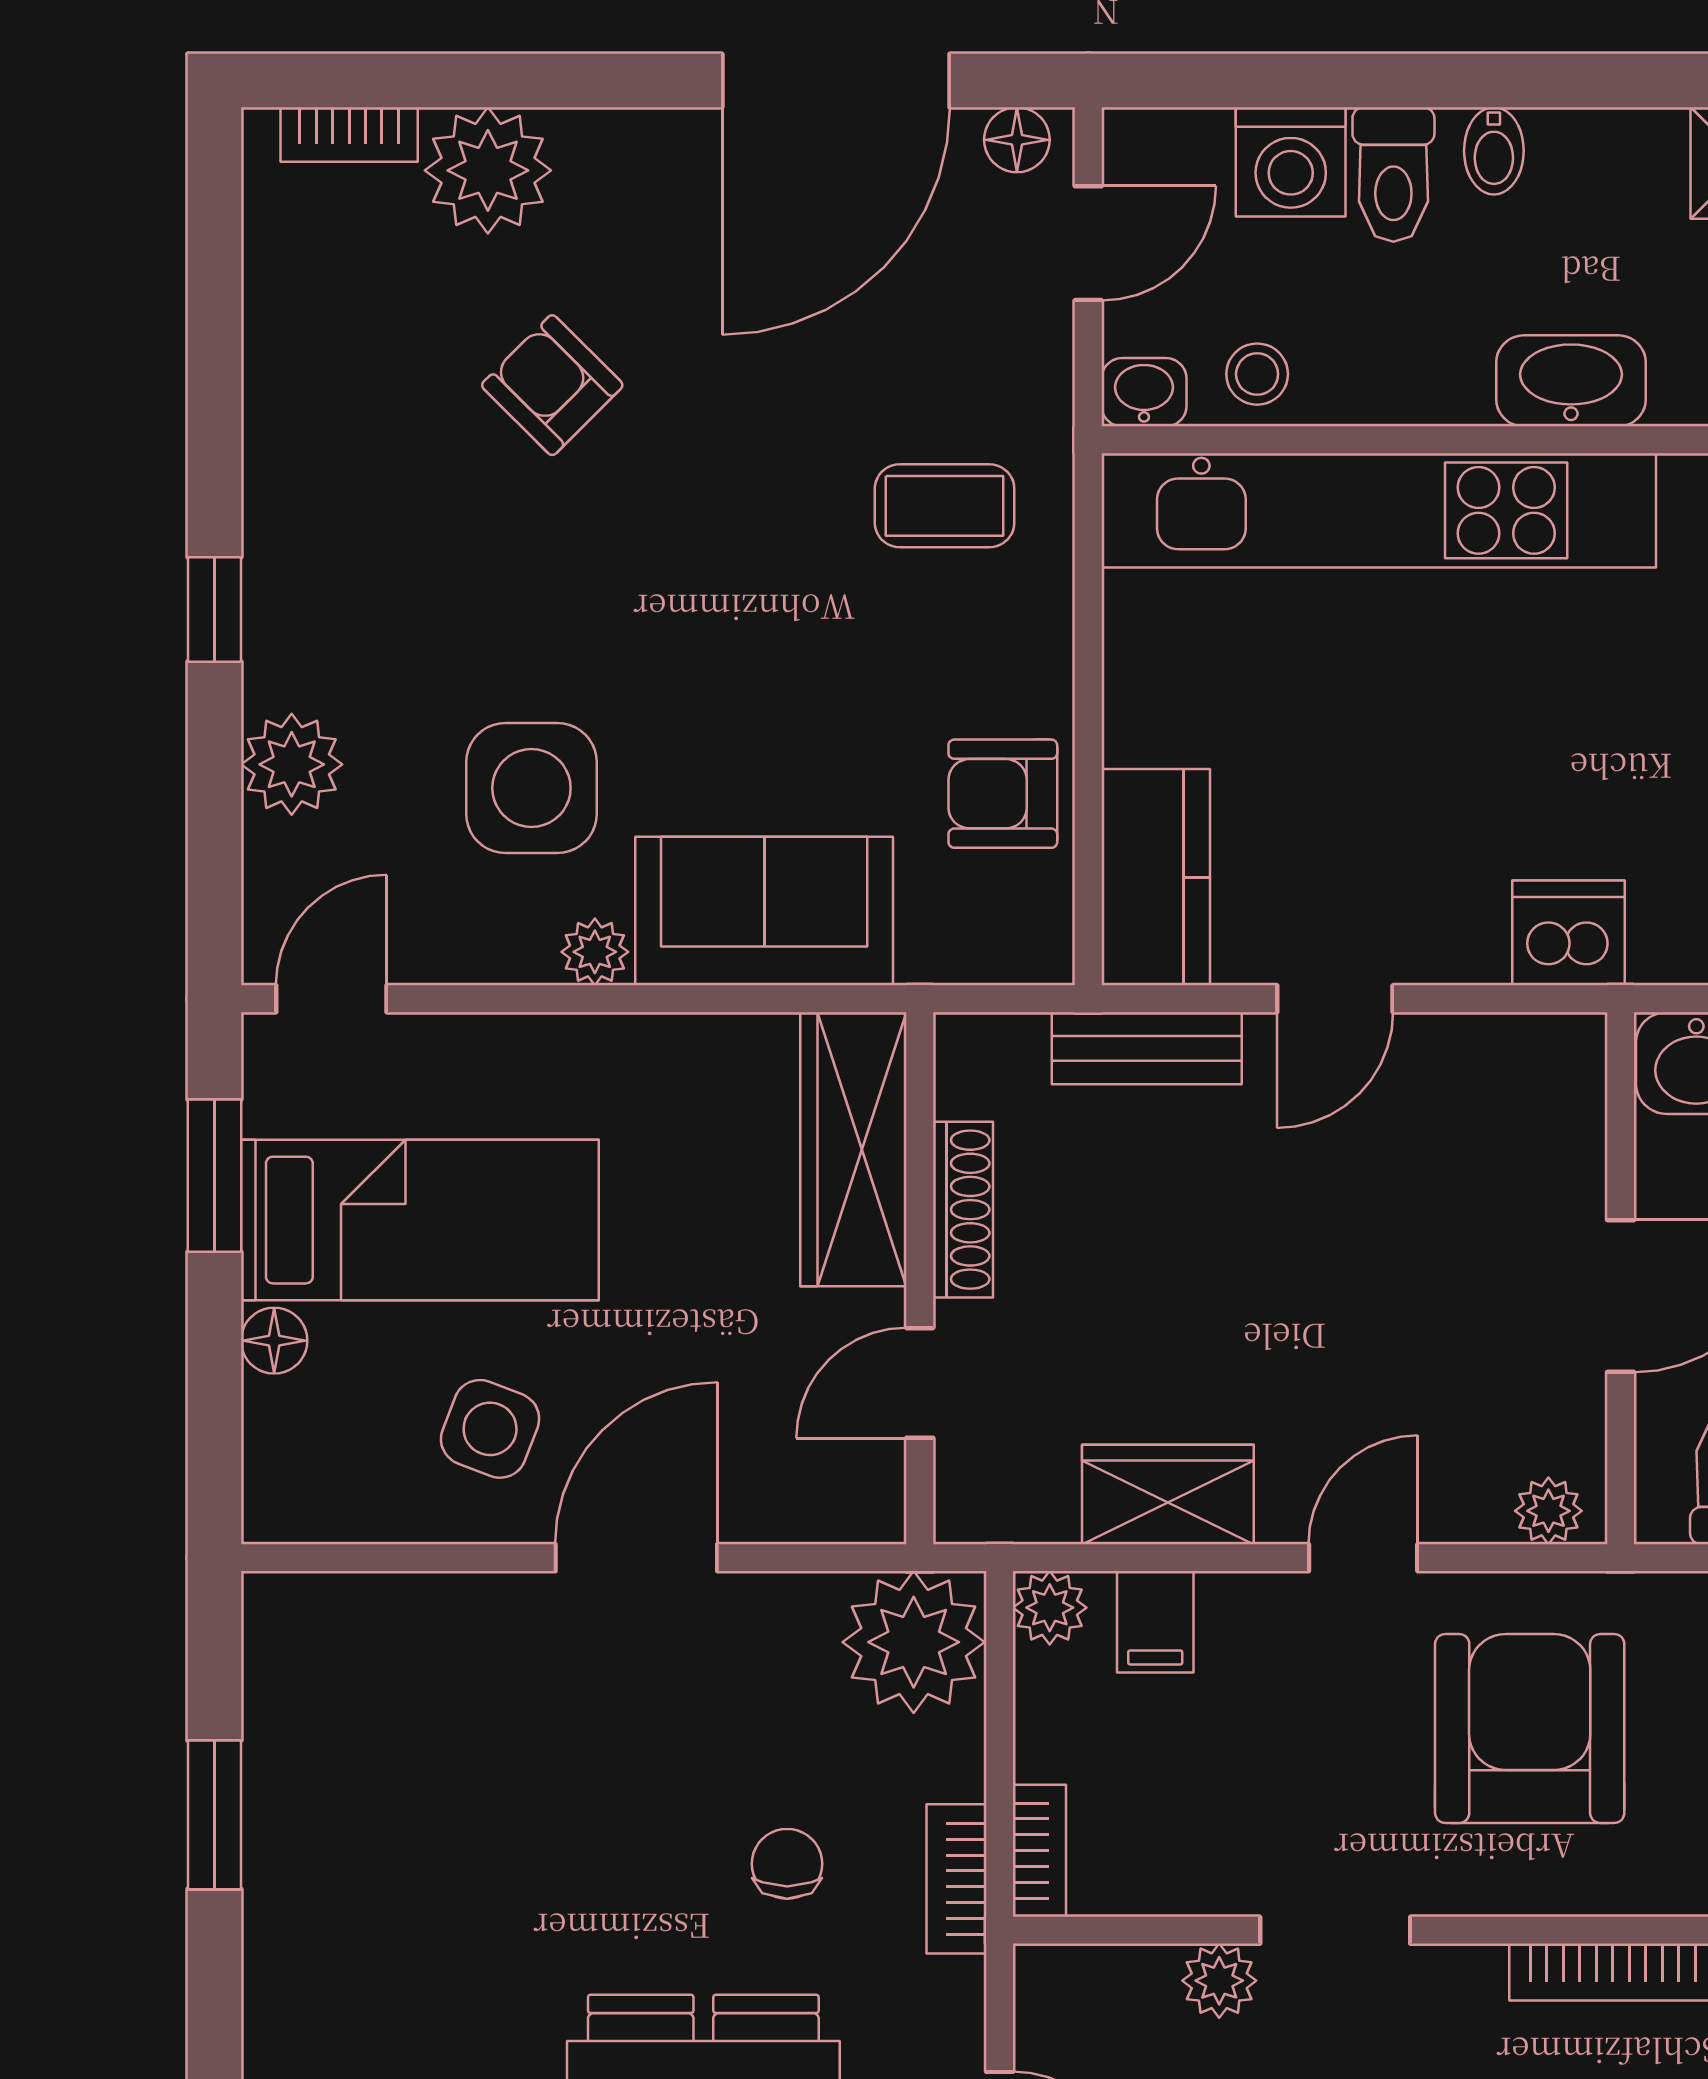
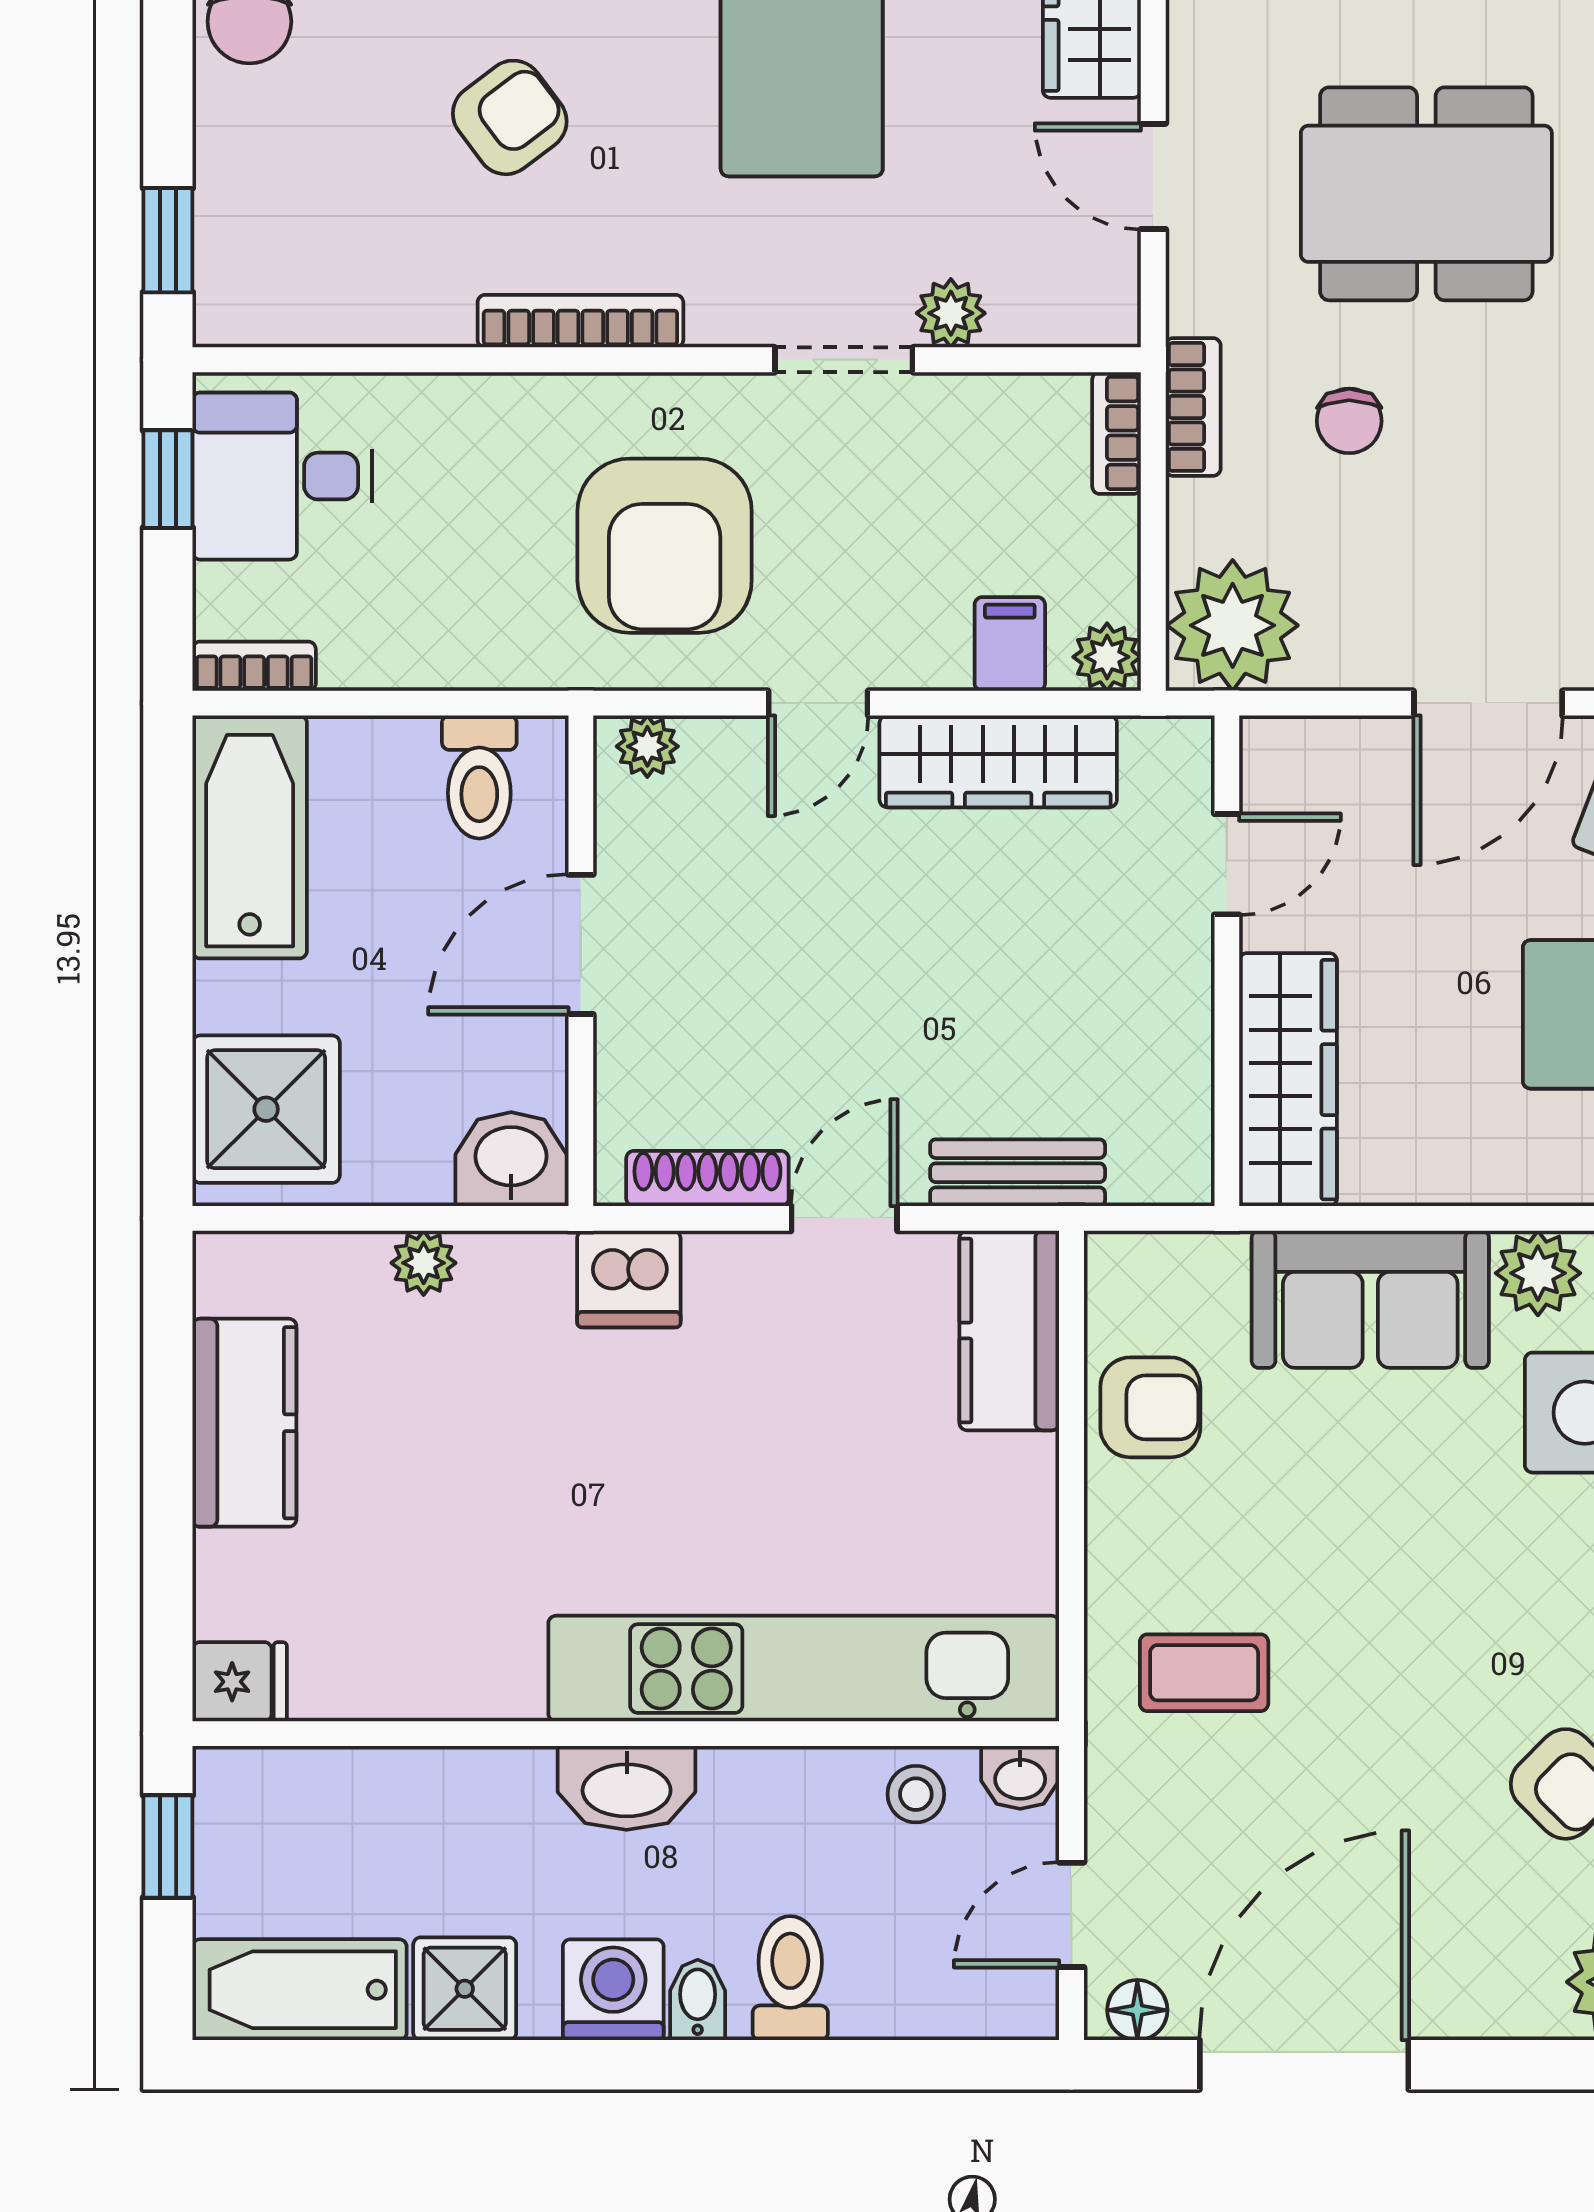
washing machine: (1291, 162) -> (613, 1990), moved
plant: (595, 952) -> (1538, 1273), width x1.38, depth x1.38
shoe rack: (963, 1210) -> (707, 1178), moved, turned 90
wardrobe: (1168, 1494) -> (998, 761), width x1.50

